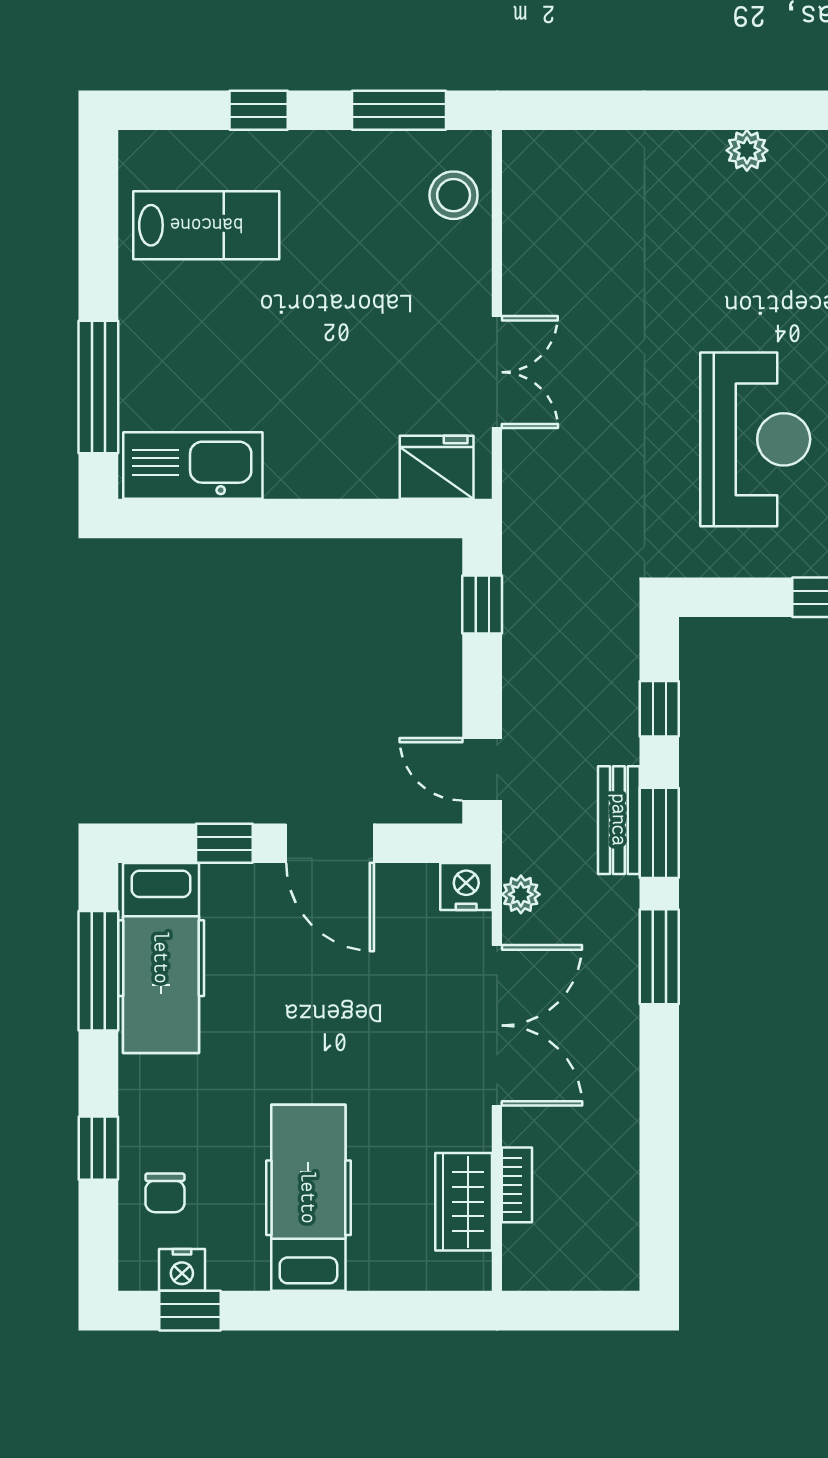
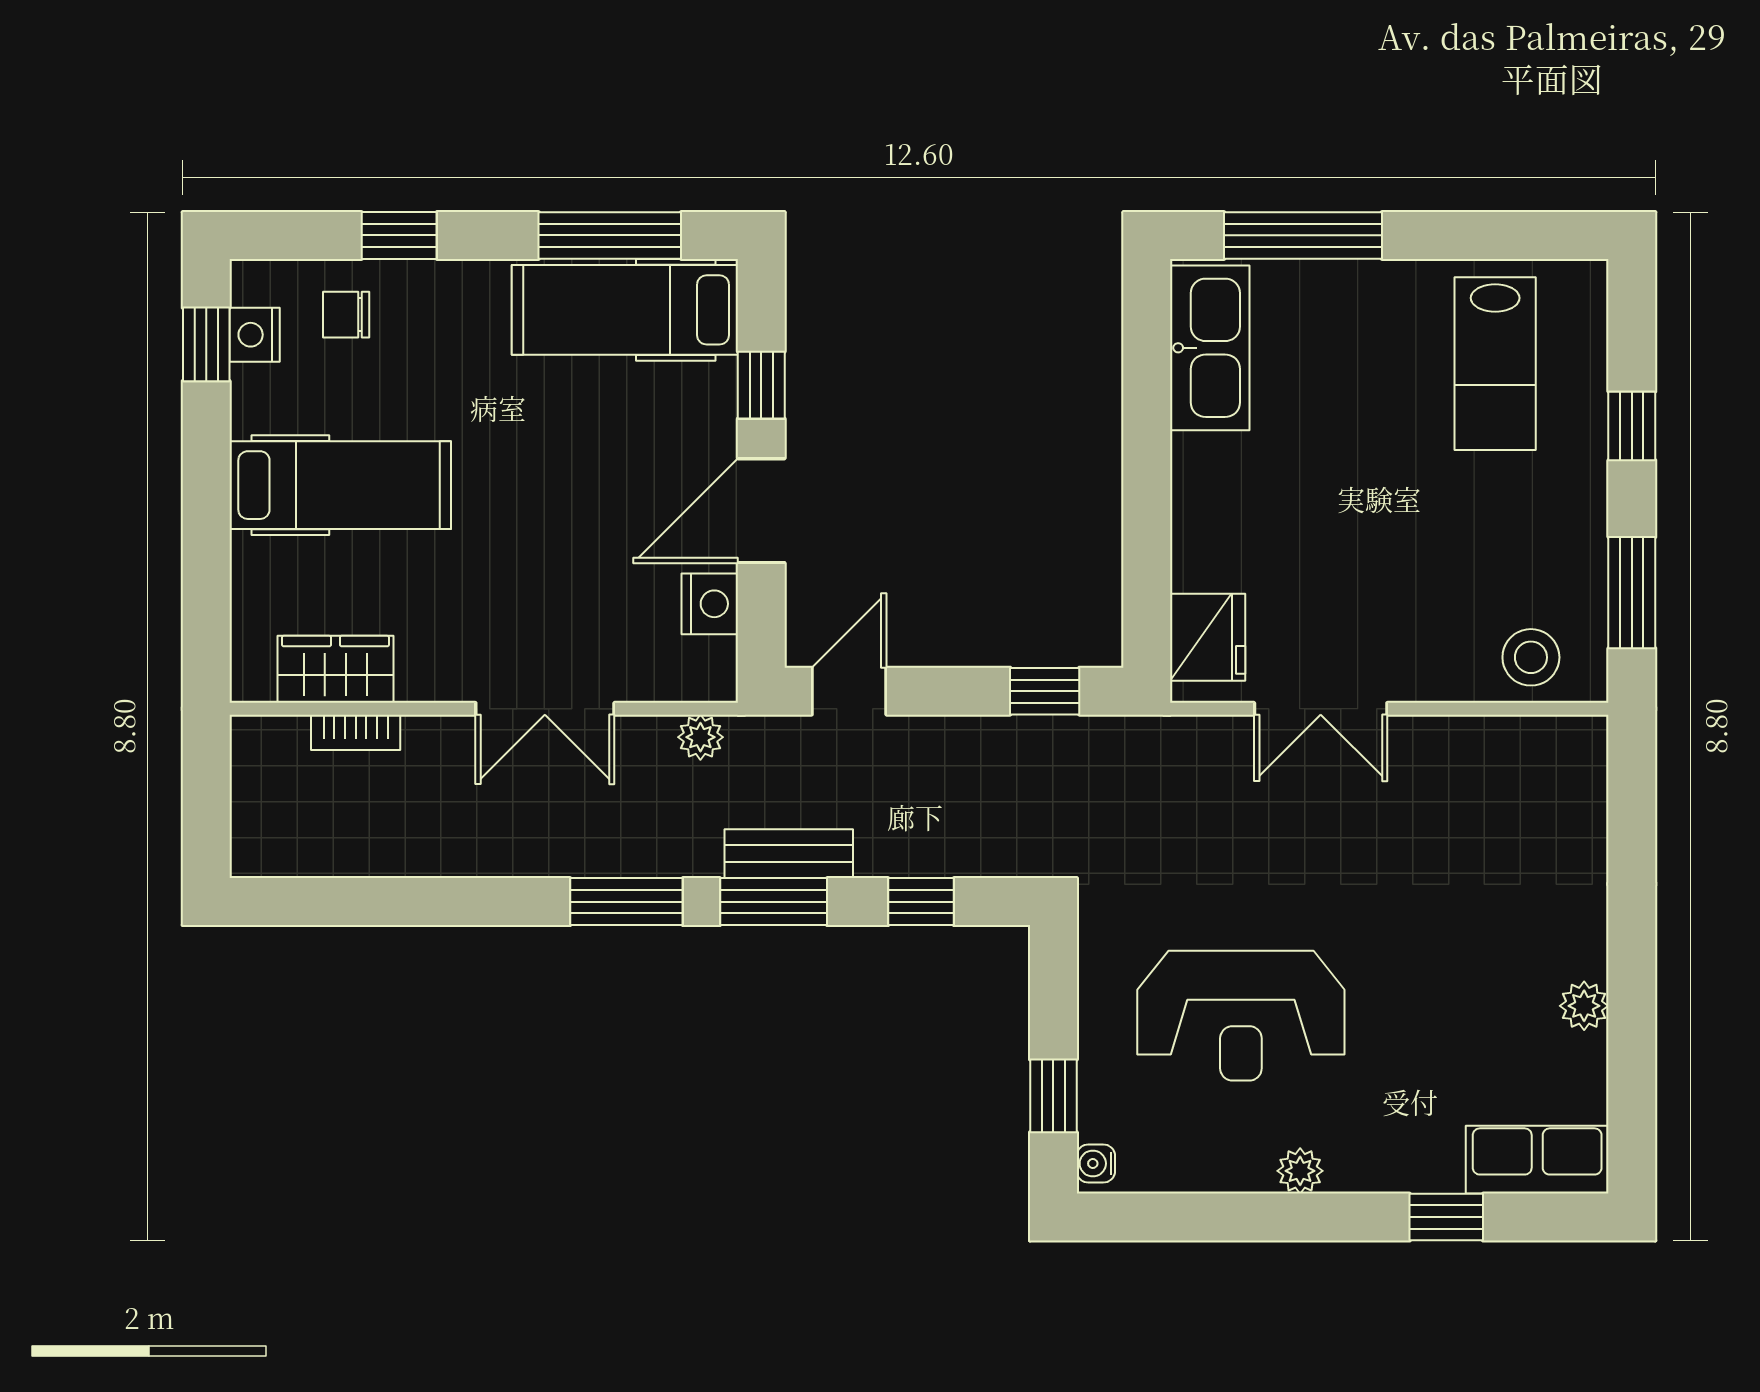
nightstand: (466, 887) -> (710, 604), moved
double door: (497, 1025) -> (545, 709), width x0.73

